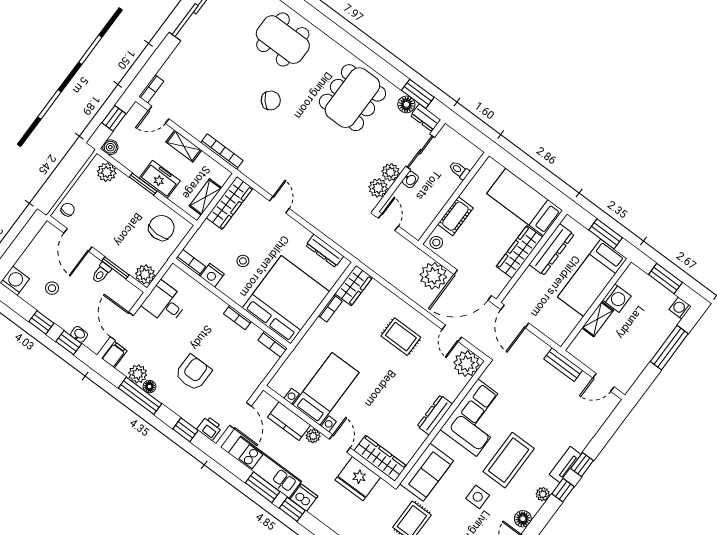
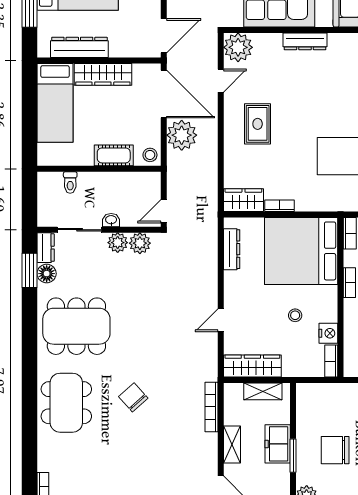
dining table: (283, 40) -> (66, 403), moved
chair: (162, 228) -> (335, 450), moved

